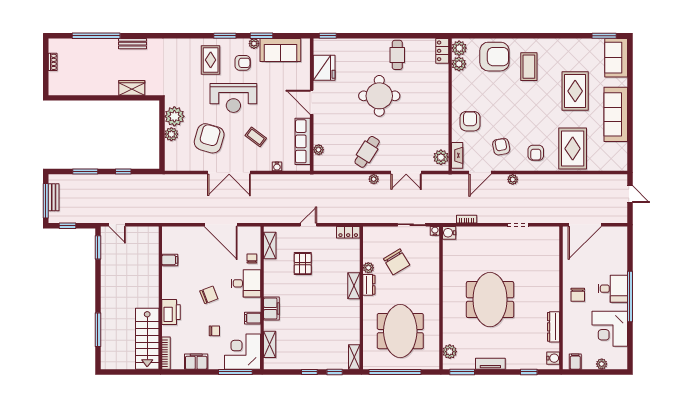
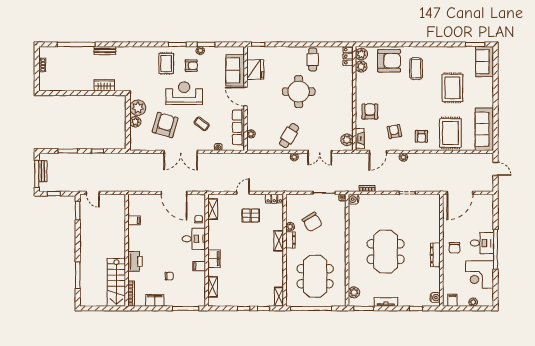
sofa: (280, 50) -> (235, 70), moved, turned 90
reception desk: (233, 98) -> (184, 93), turned 180
sofa: (616, 114) -> (484, 129), moved
pallet: (303, 264) -> (251, 215), moved, turned 90
chair: (209, 295) -> (165, 248), removed
dresser: (554, 327) -> (435, 255), moved
corner desk: (243, 352) -> (191, 292), removed

